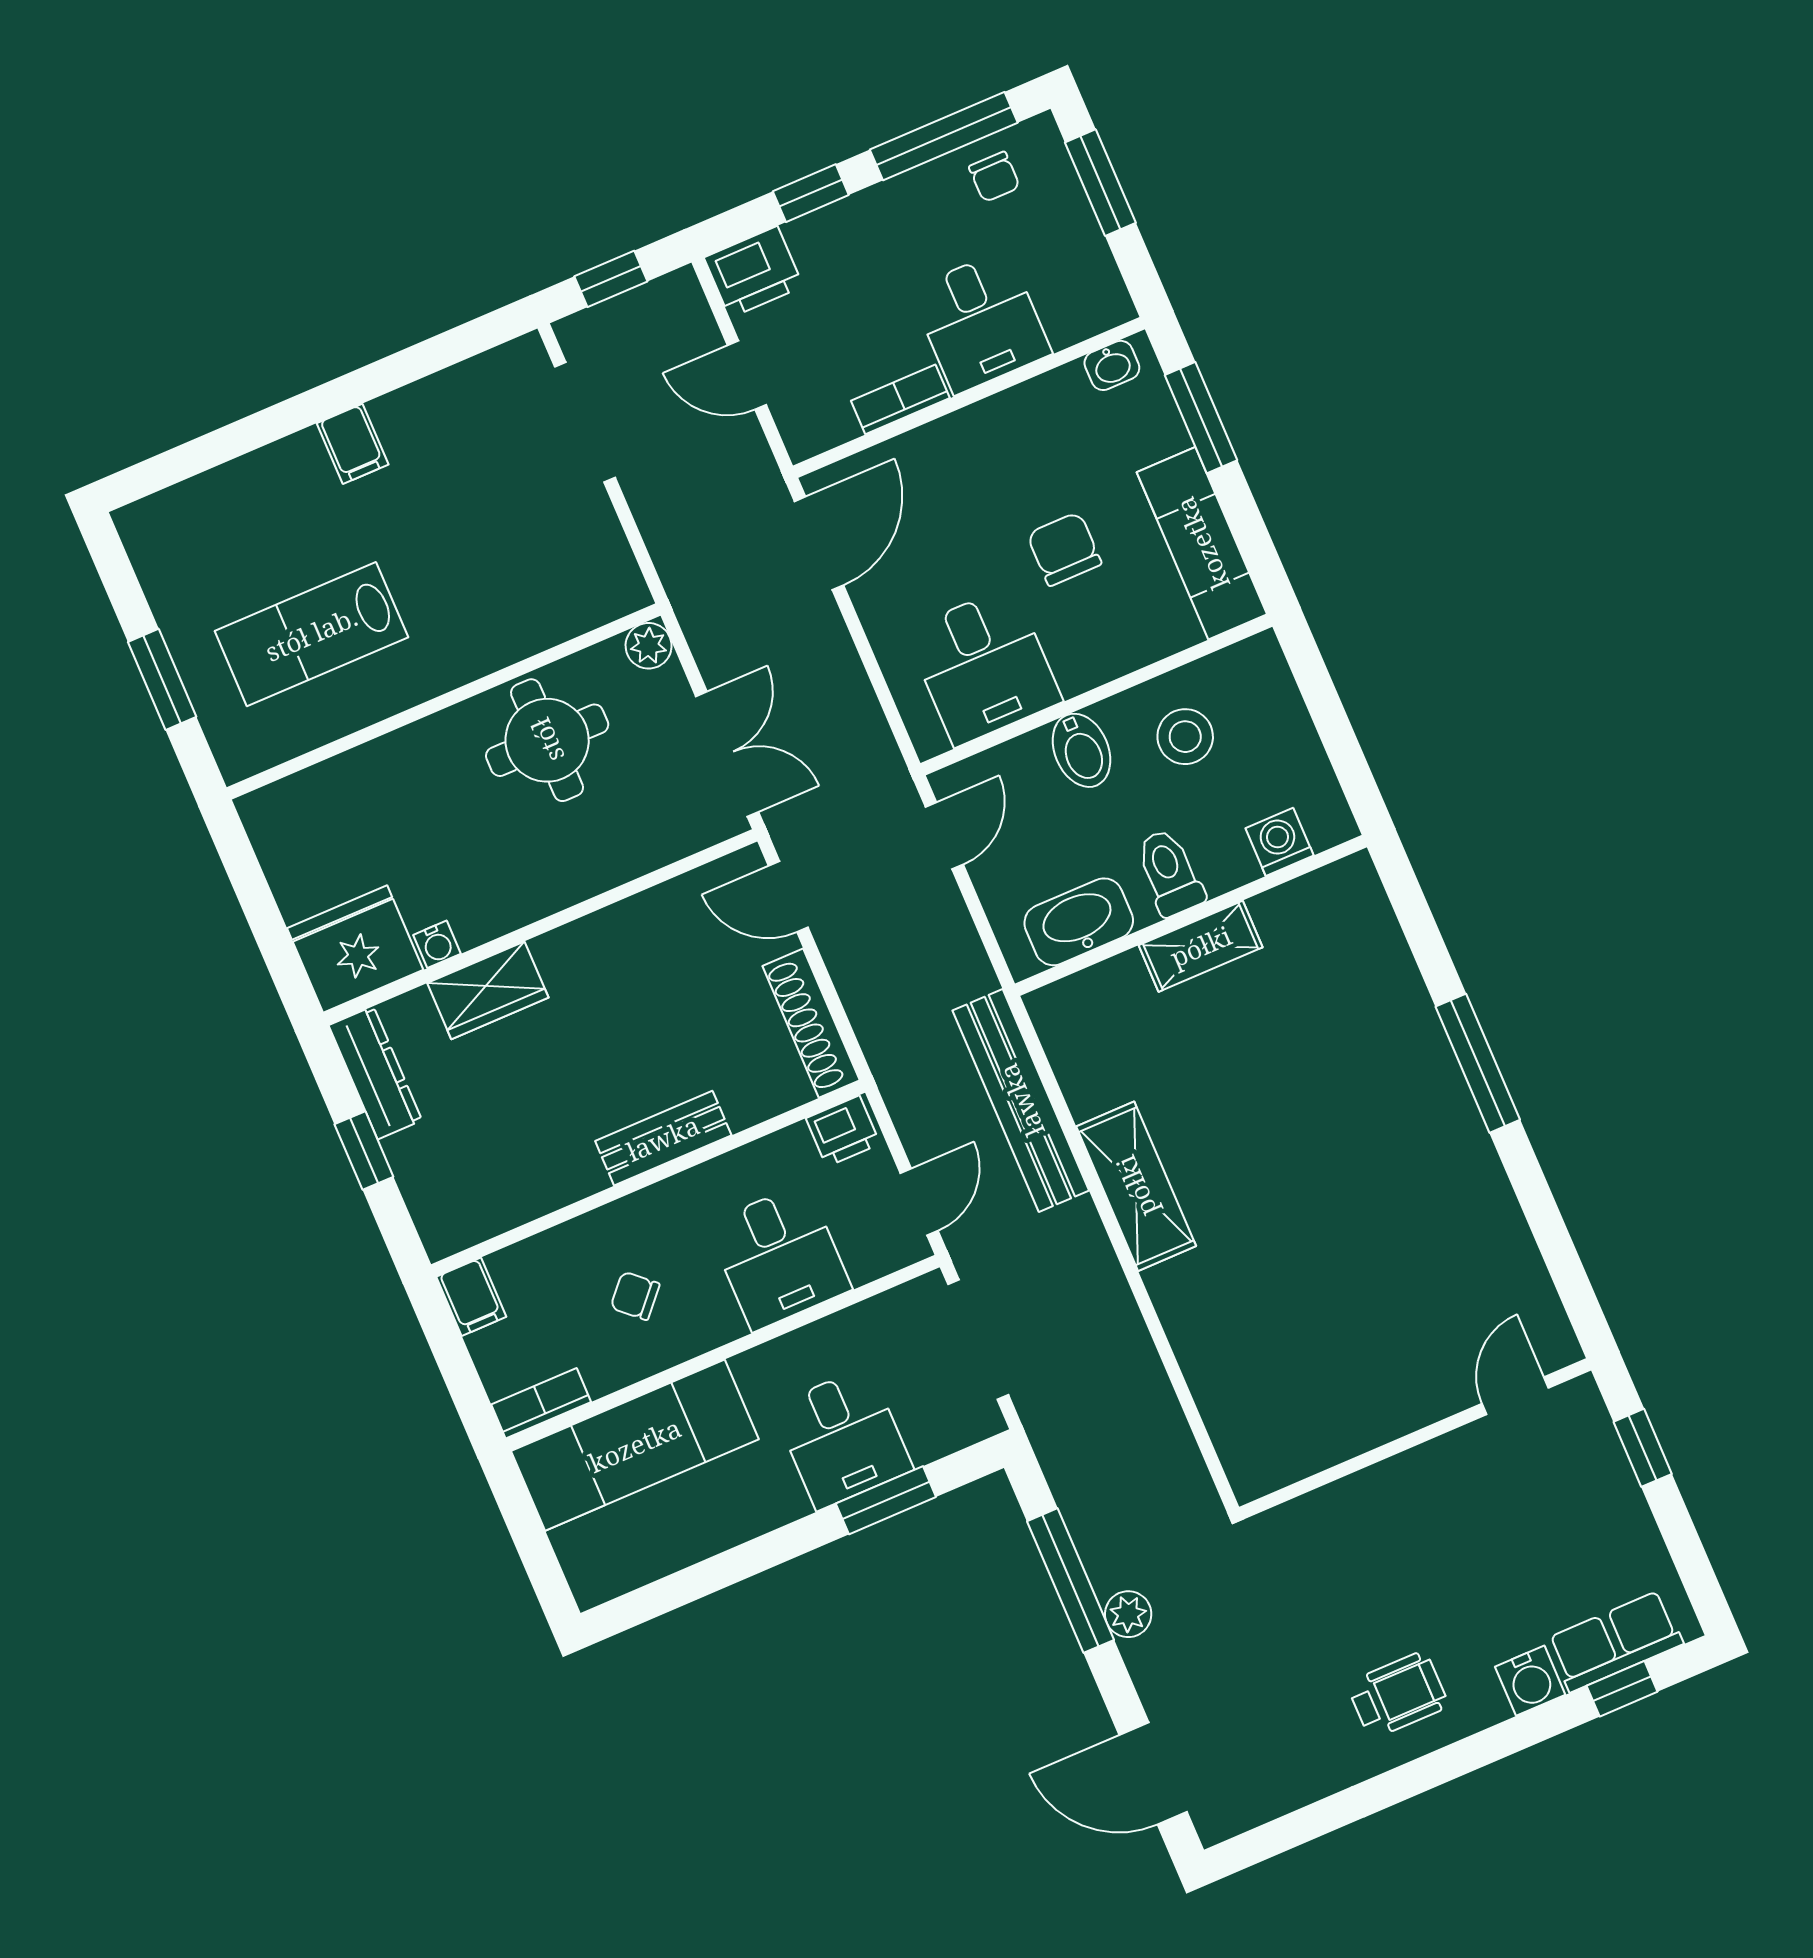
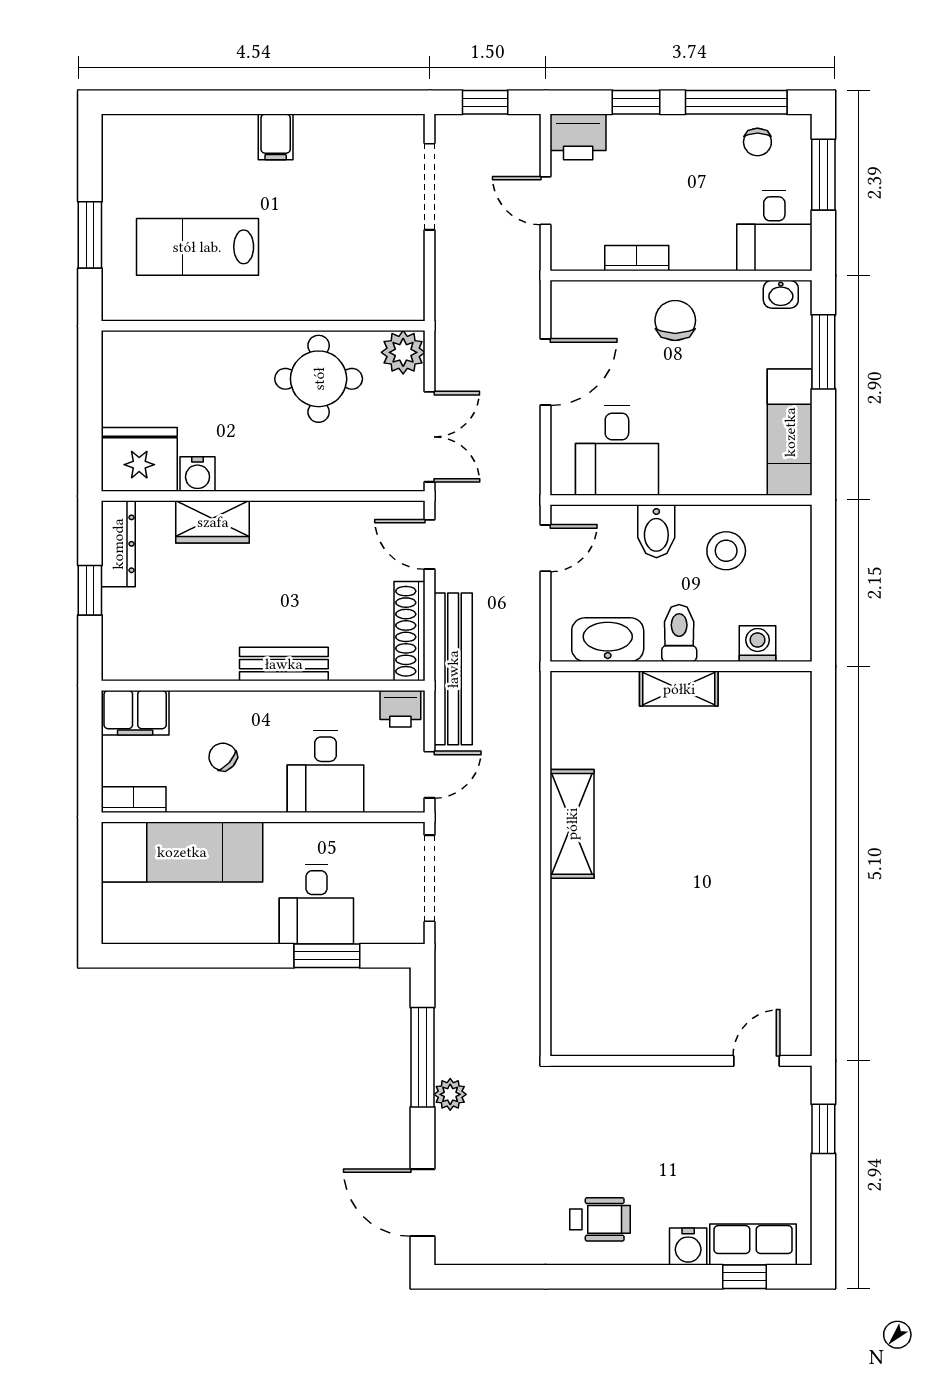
desk: (981, 322) -> (774, 231), moved
door: (819, 543) -> (546, 372), moved
chair: (1064, 549) -> (675, 320), moved
plant: (649, 646) -> (403, 352), width x1.38, depth x1.38
water cooler: (437, 944) -> (198, 474), width x1.38, depth x1.38
window: (1478, 1063) -> (823, 839), removed
bench: (1021, 1100) -> (453, 669), moved
filing cabinet: (471, 1297) -> (135, 713), width x2.00

